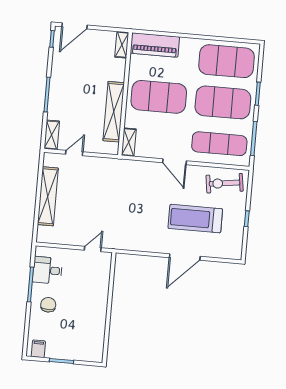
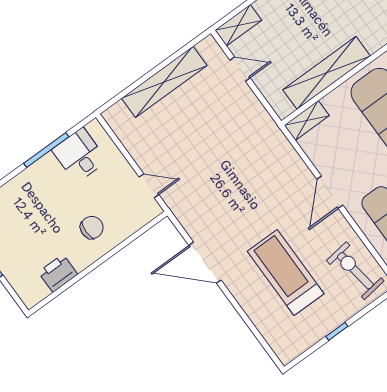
door: (185, 257) -> (205, 263), moved
chair: (48, 305) -> (92, 228), moved
printer: (97, 332) -> (58, 273), added

